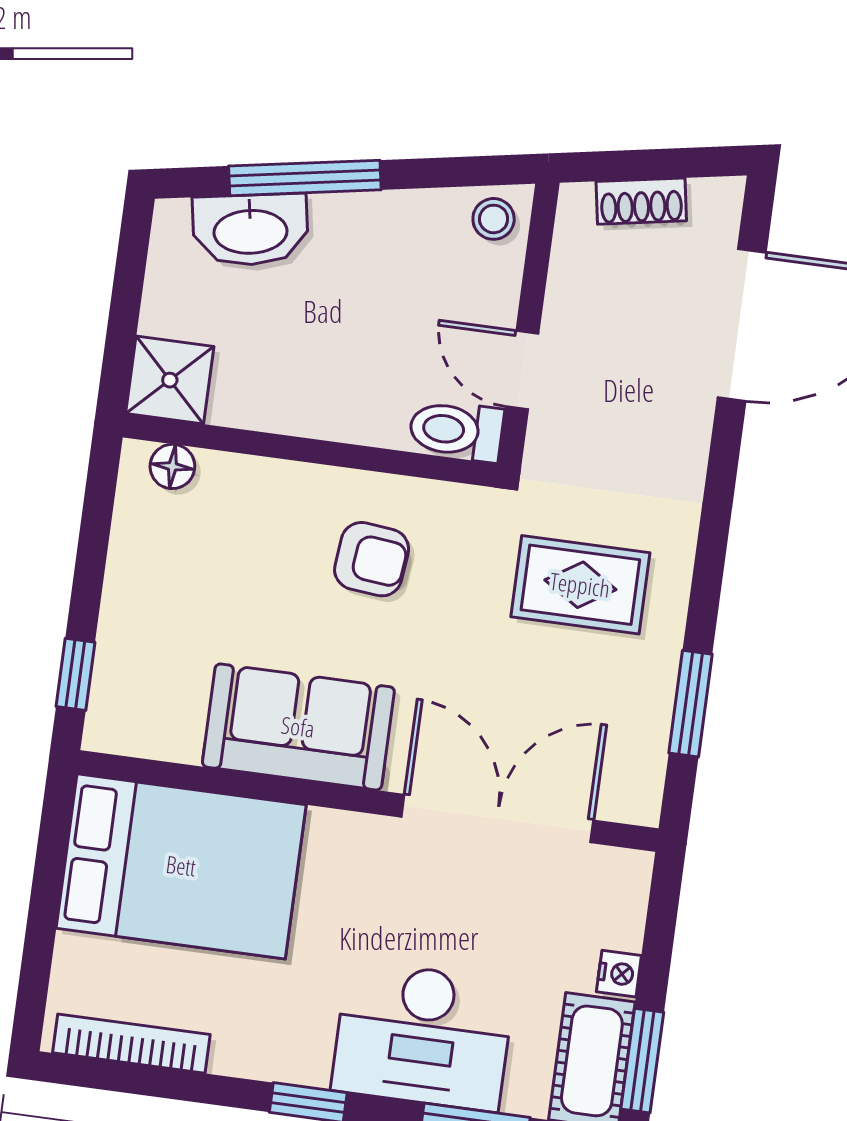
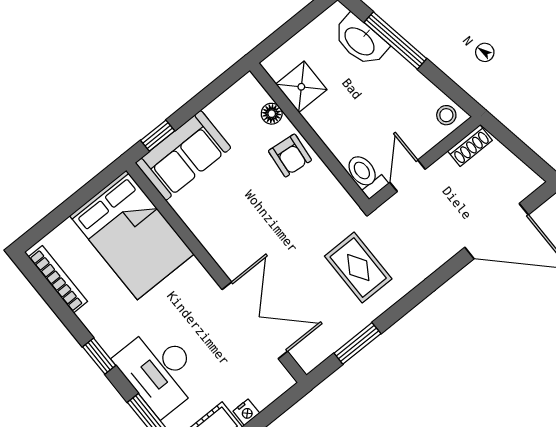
shoe rack: (641, 201) -> (470, 146), moved, turned -80
shower: (170, 380) -> (301, 87), moved
floor lamp: (172, 466) -> (272, 114), moved
armchair: (372, 559) -> (290, 156), moved
sofa: (298, 727) -> (183, 155), moved, turned 90

